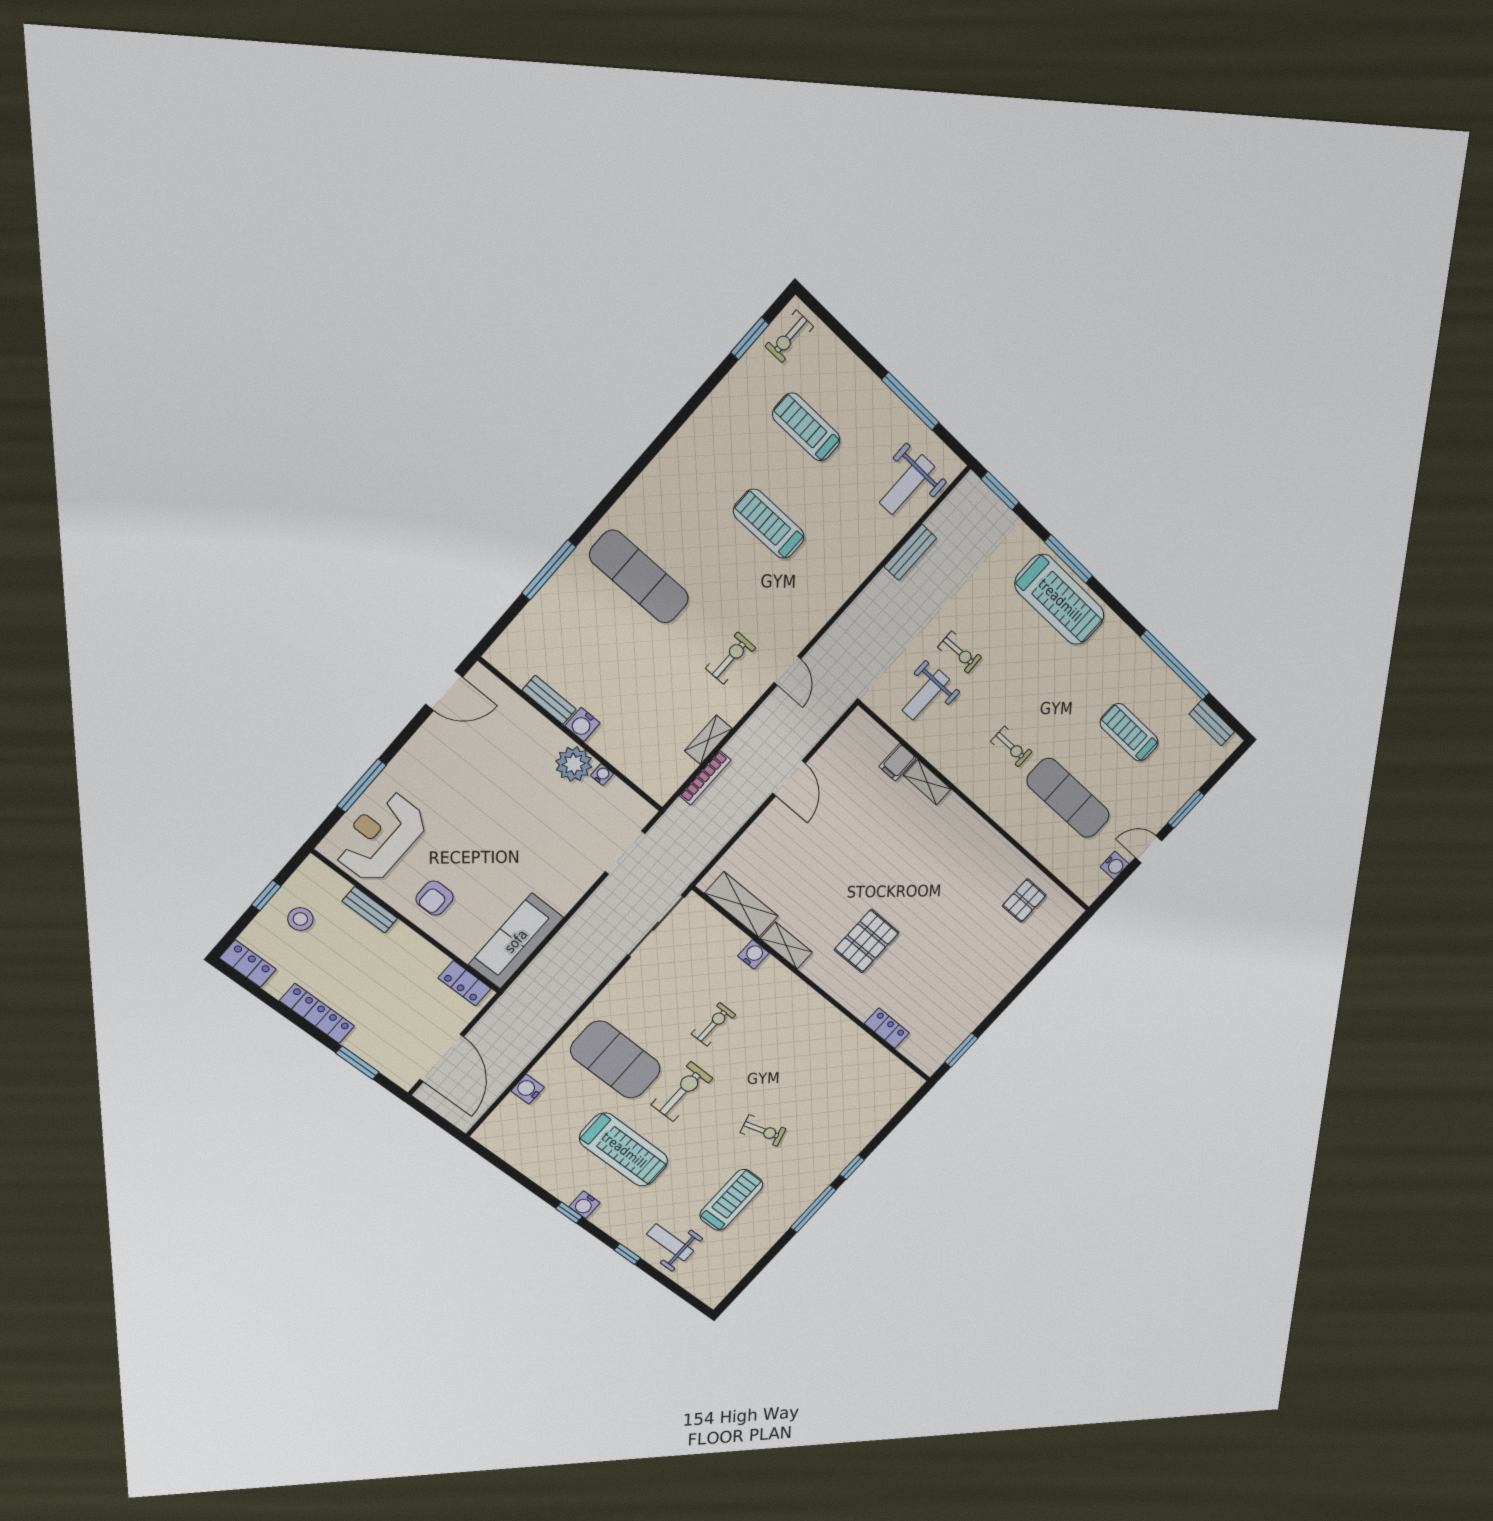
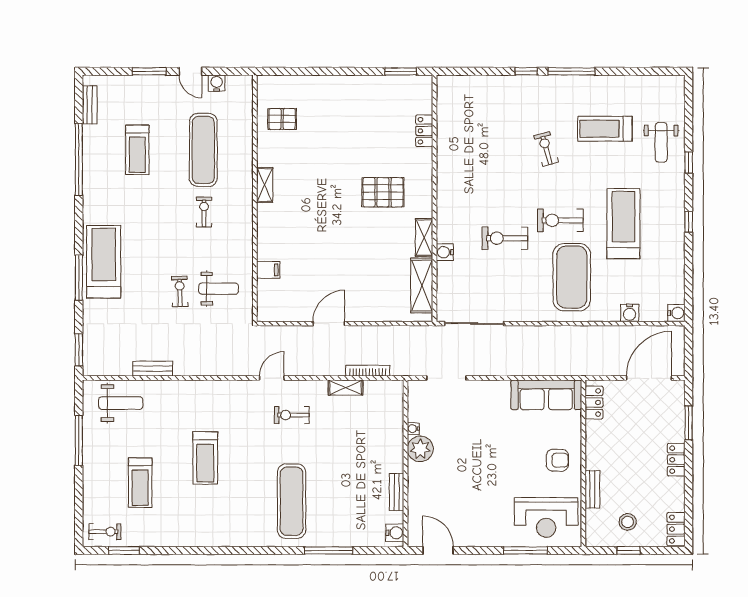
water cooler: (582, 724) -> (395, 533), moved
shelving: (927, 782) -> (265, 185), moved
locker: (317, 1013) -> (676, 460), width x0.66
exercise bike: (713, 1024) -> (505, 238), width x1.38, depth x1.39
water cooler: (585, 1205) -> (676, 313), moved

